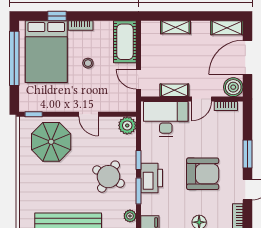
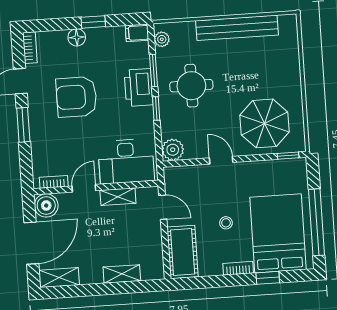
round table: (109, 177) -> (191, 86), turned -30

